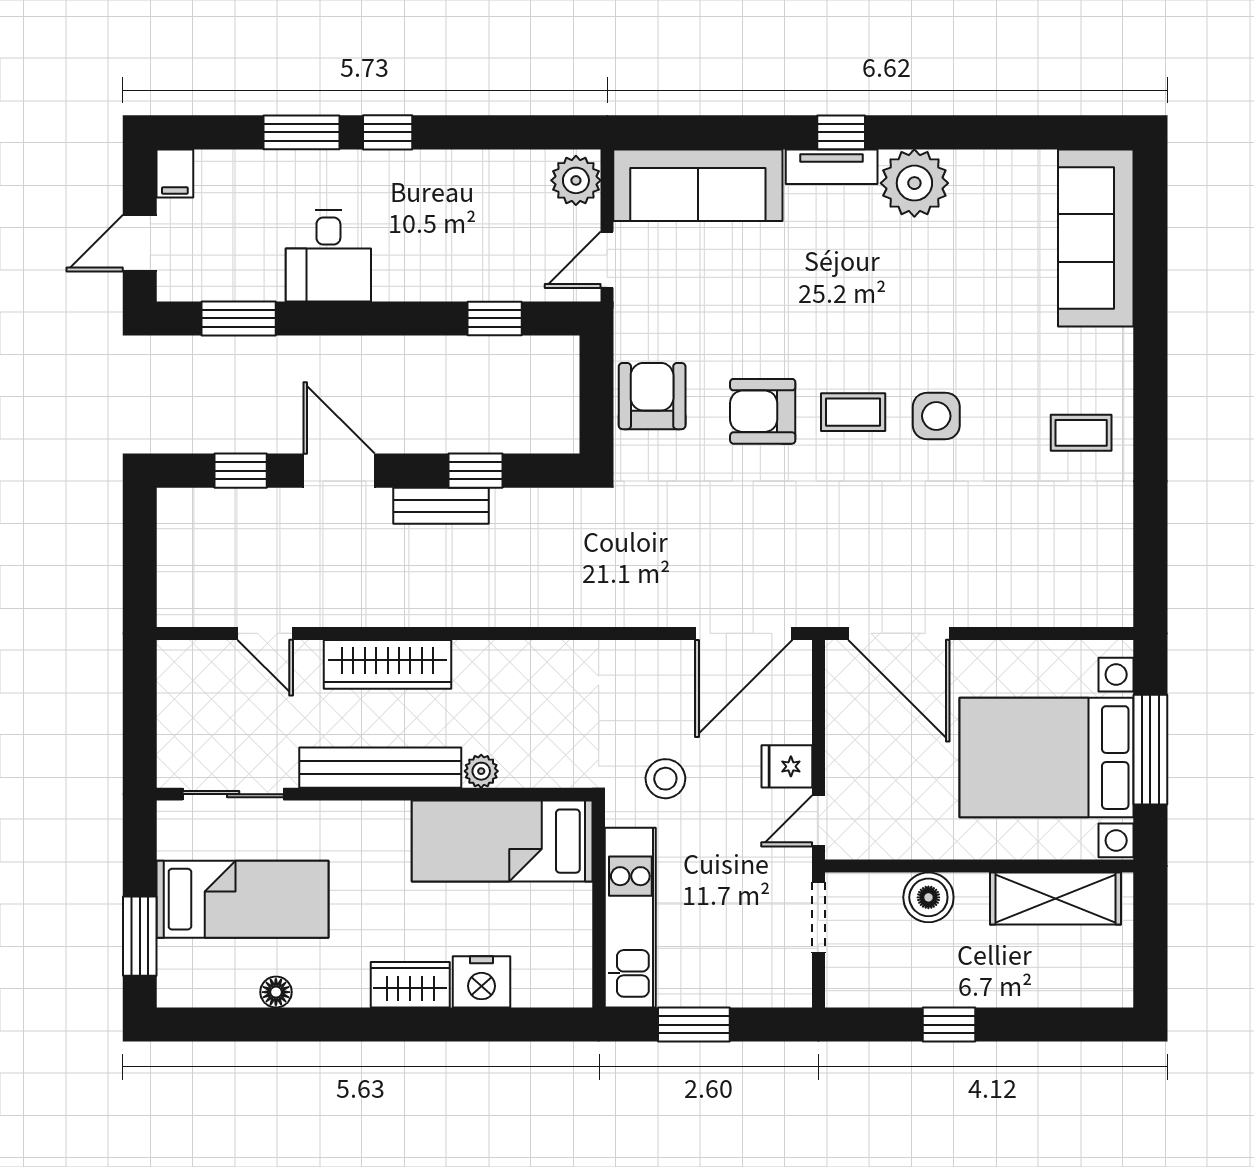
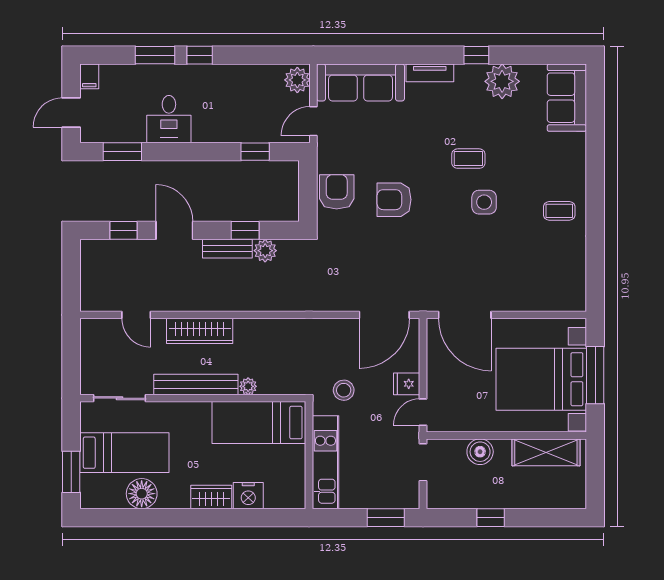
window: (841, 132) -> (476, 55), moved
plant: (914, 183) -> (502, 81), moved
sofa: (1096, 238) -> (567, 98), width x0.73
coffee table: (853, 412) -> (468, 159), moved
plant: (514, 510) -> (265, 251), added
floor lamp: (276, 992) -> (142, 494), width x1.89, depth x1.89
window: (694, 1025) -> (386, 518), moved

